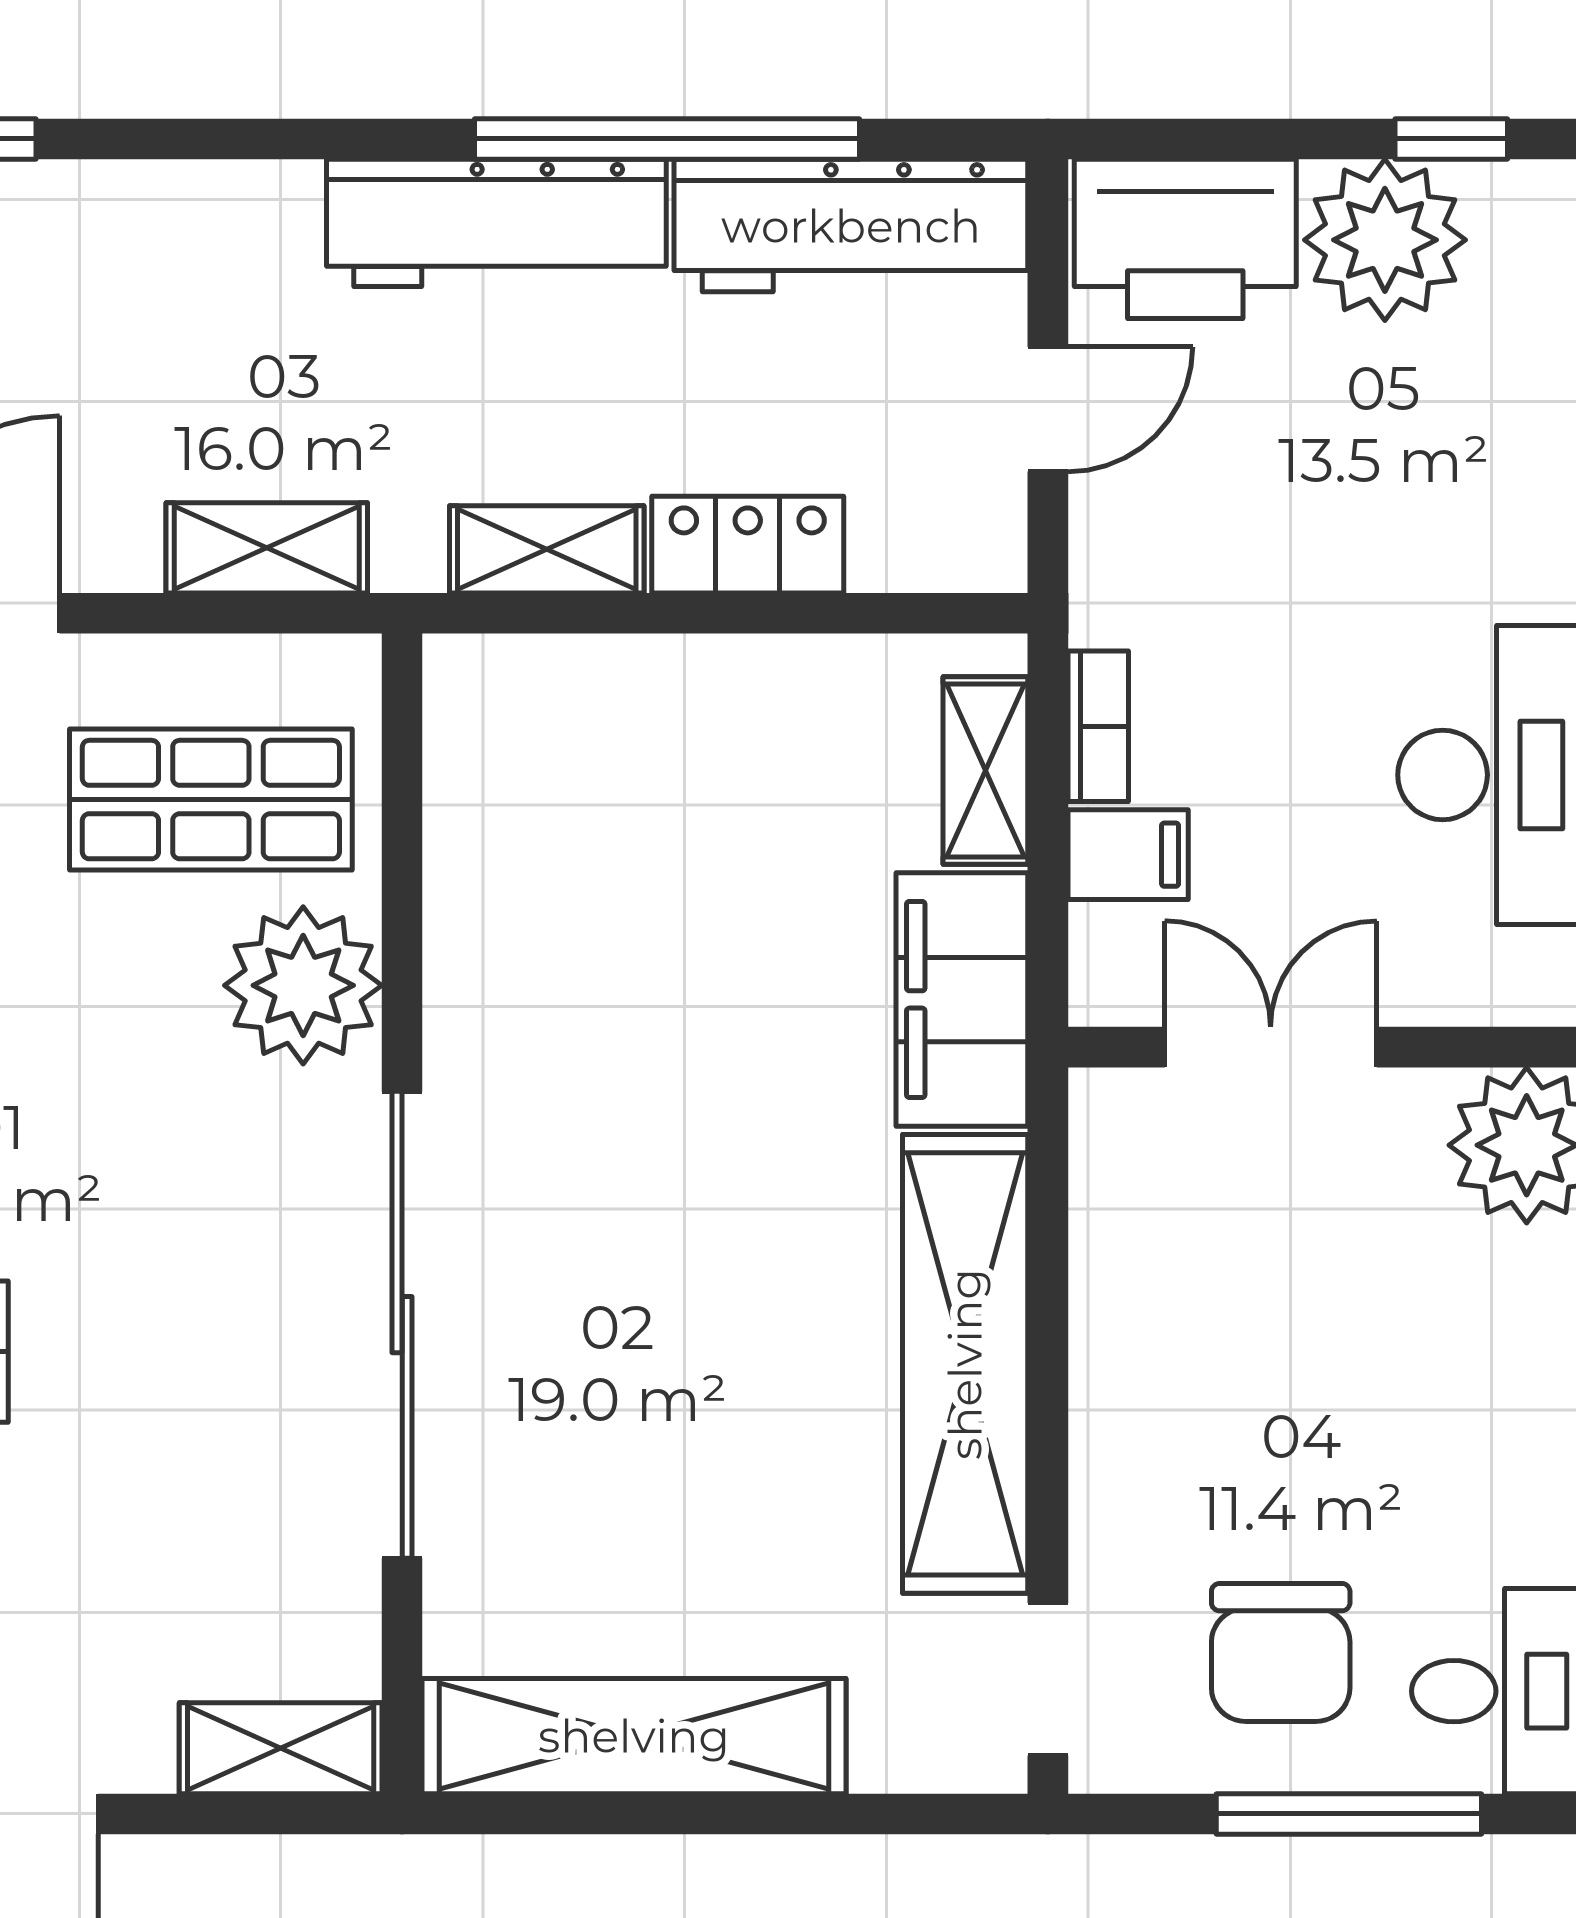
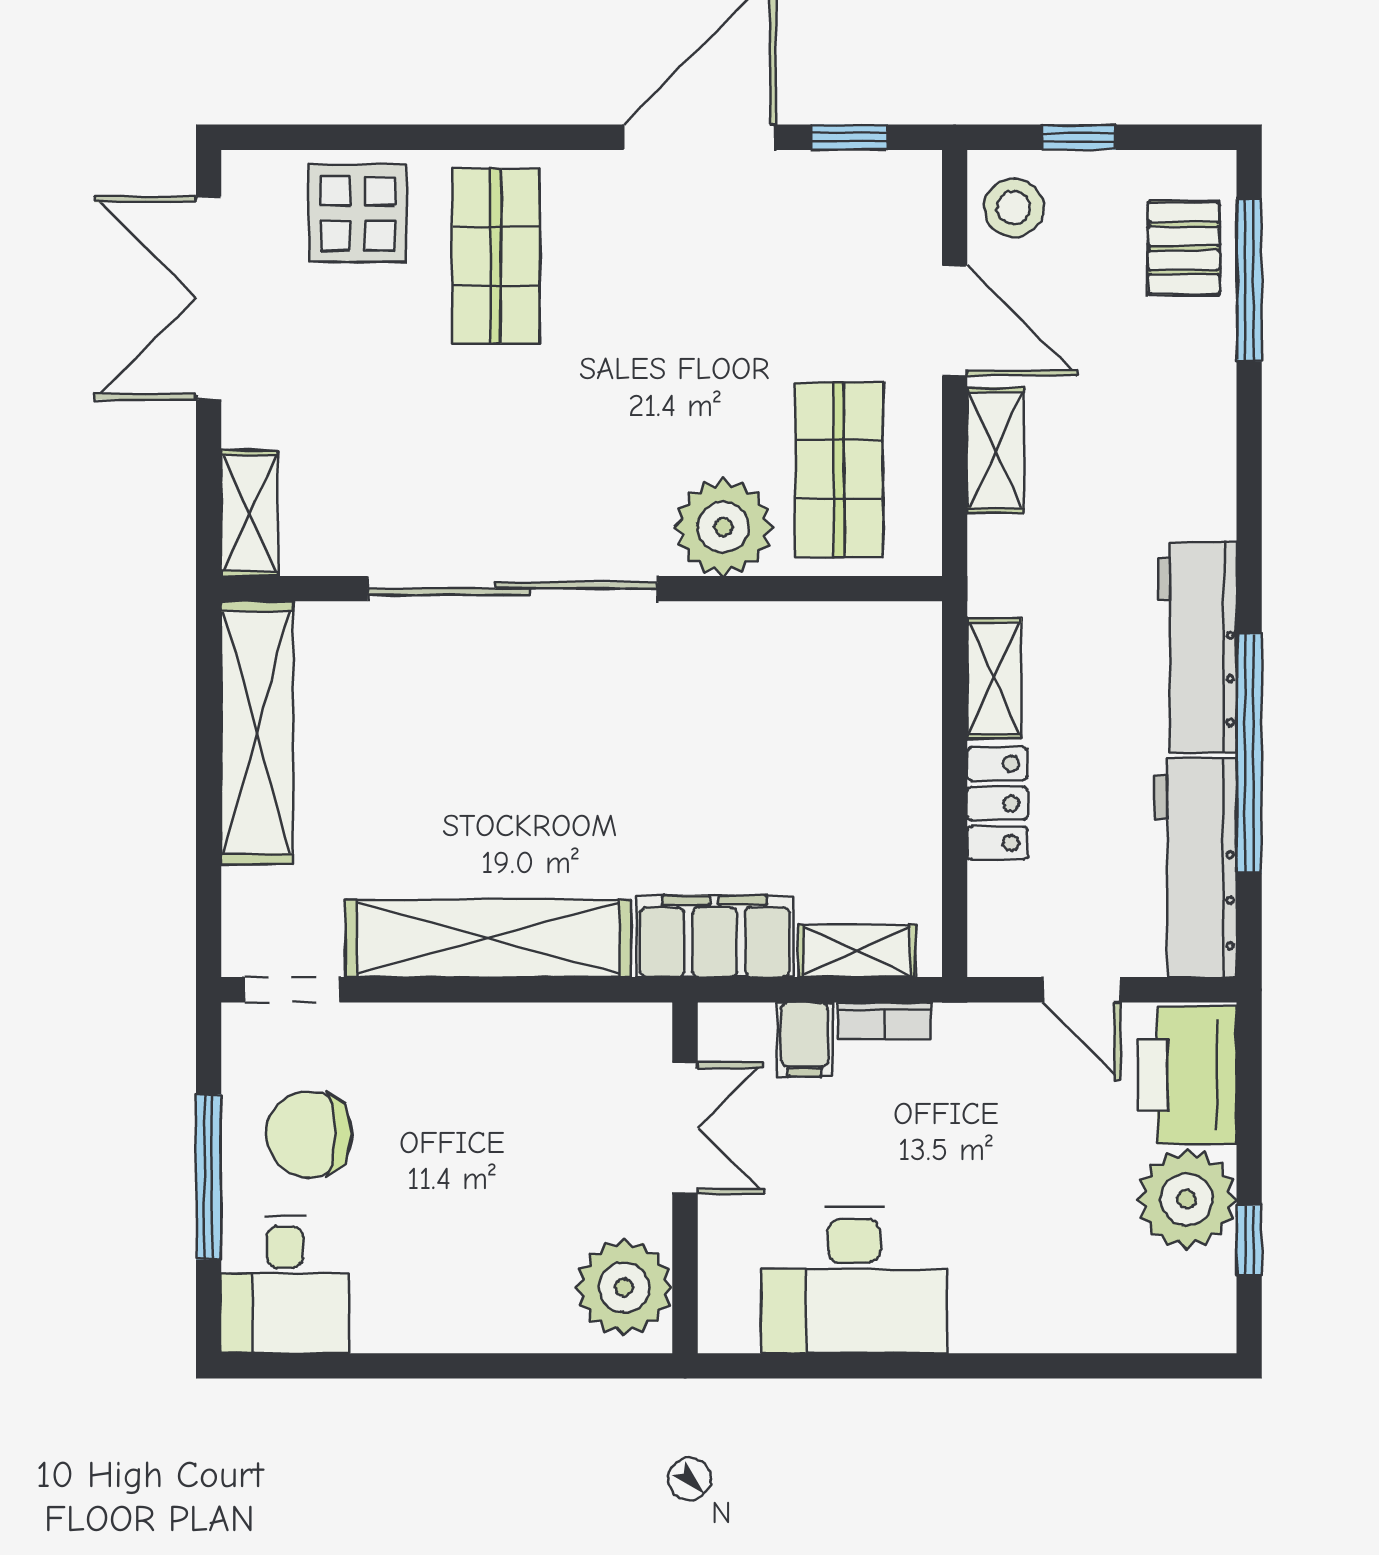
shelving: (267, 548) -> (995, 450), moved

